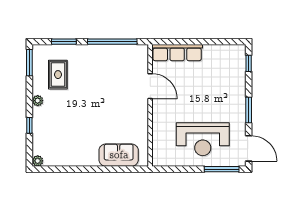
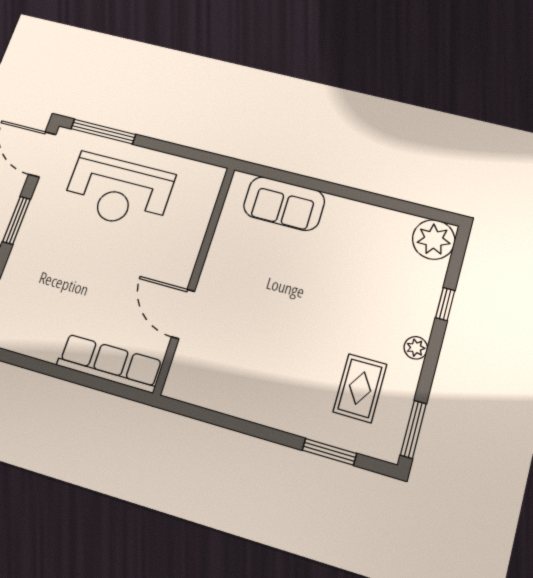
window: (112, 42) -> (230, 422), removed
reception desk: (203, 139) -> (118, 191), turned 180
plant: (38, 161) -> (434, 239), width x1.88, depth x1.88

